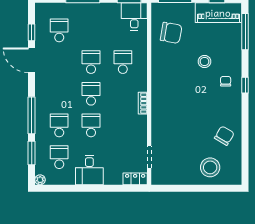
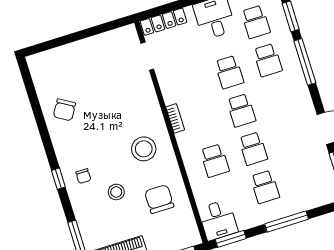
school desk: (59, 30) -> (265, 187), moved
chair: (171, 33) -> (159, 199), moved, turned 80
stool: (210, 167) -> (144, 149), moved
locker: (135, 179) -> (164, 22), width x1.53

